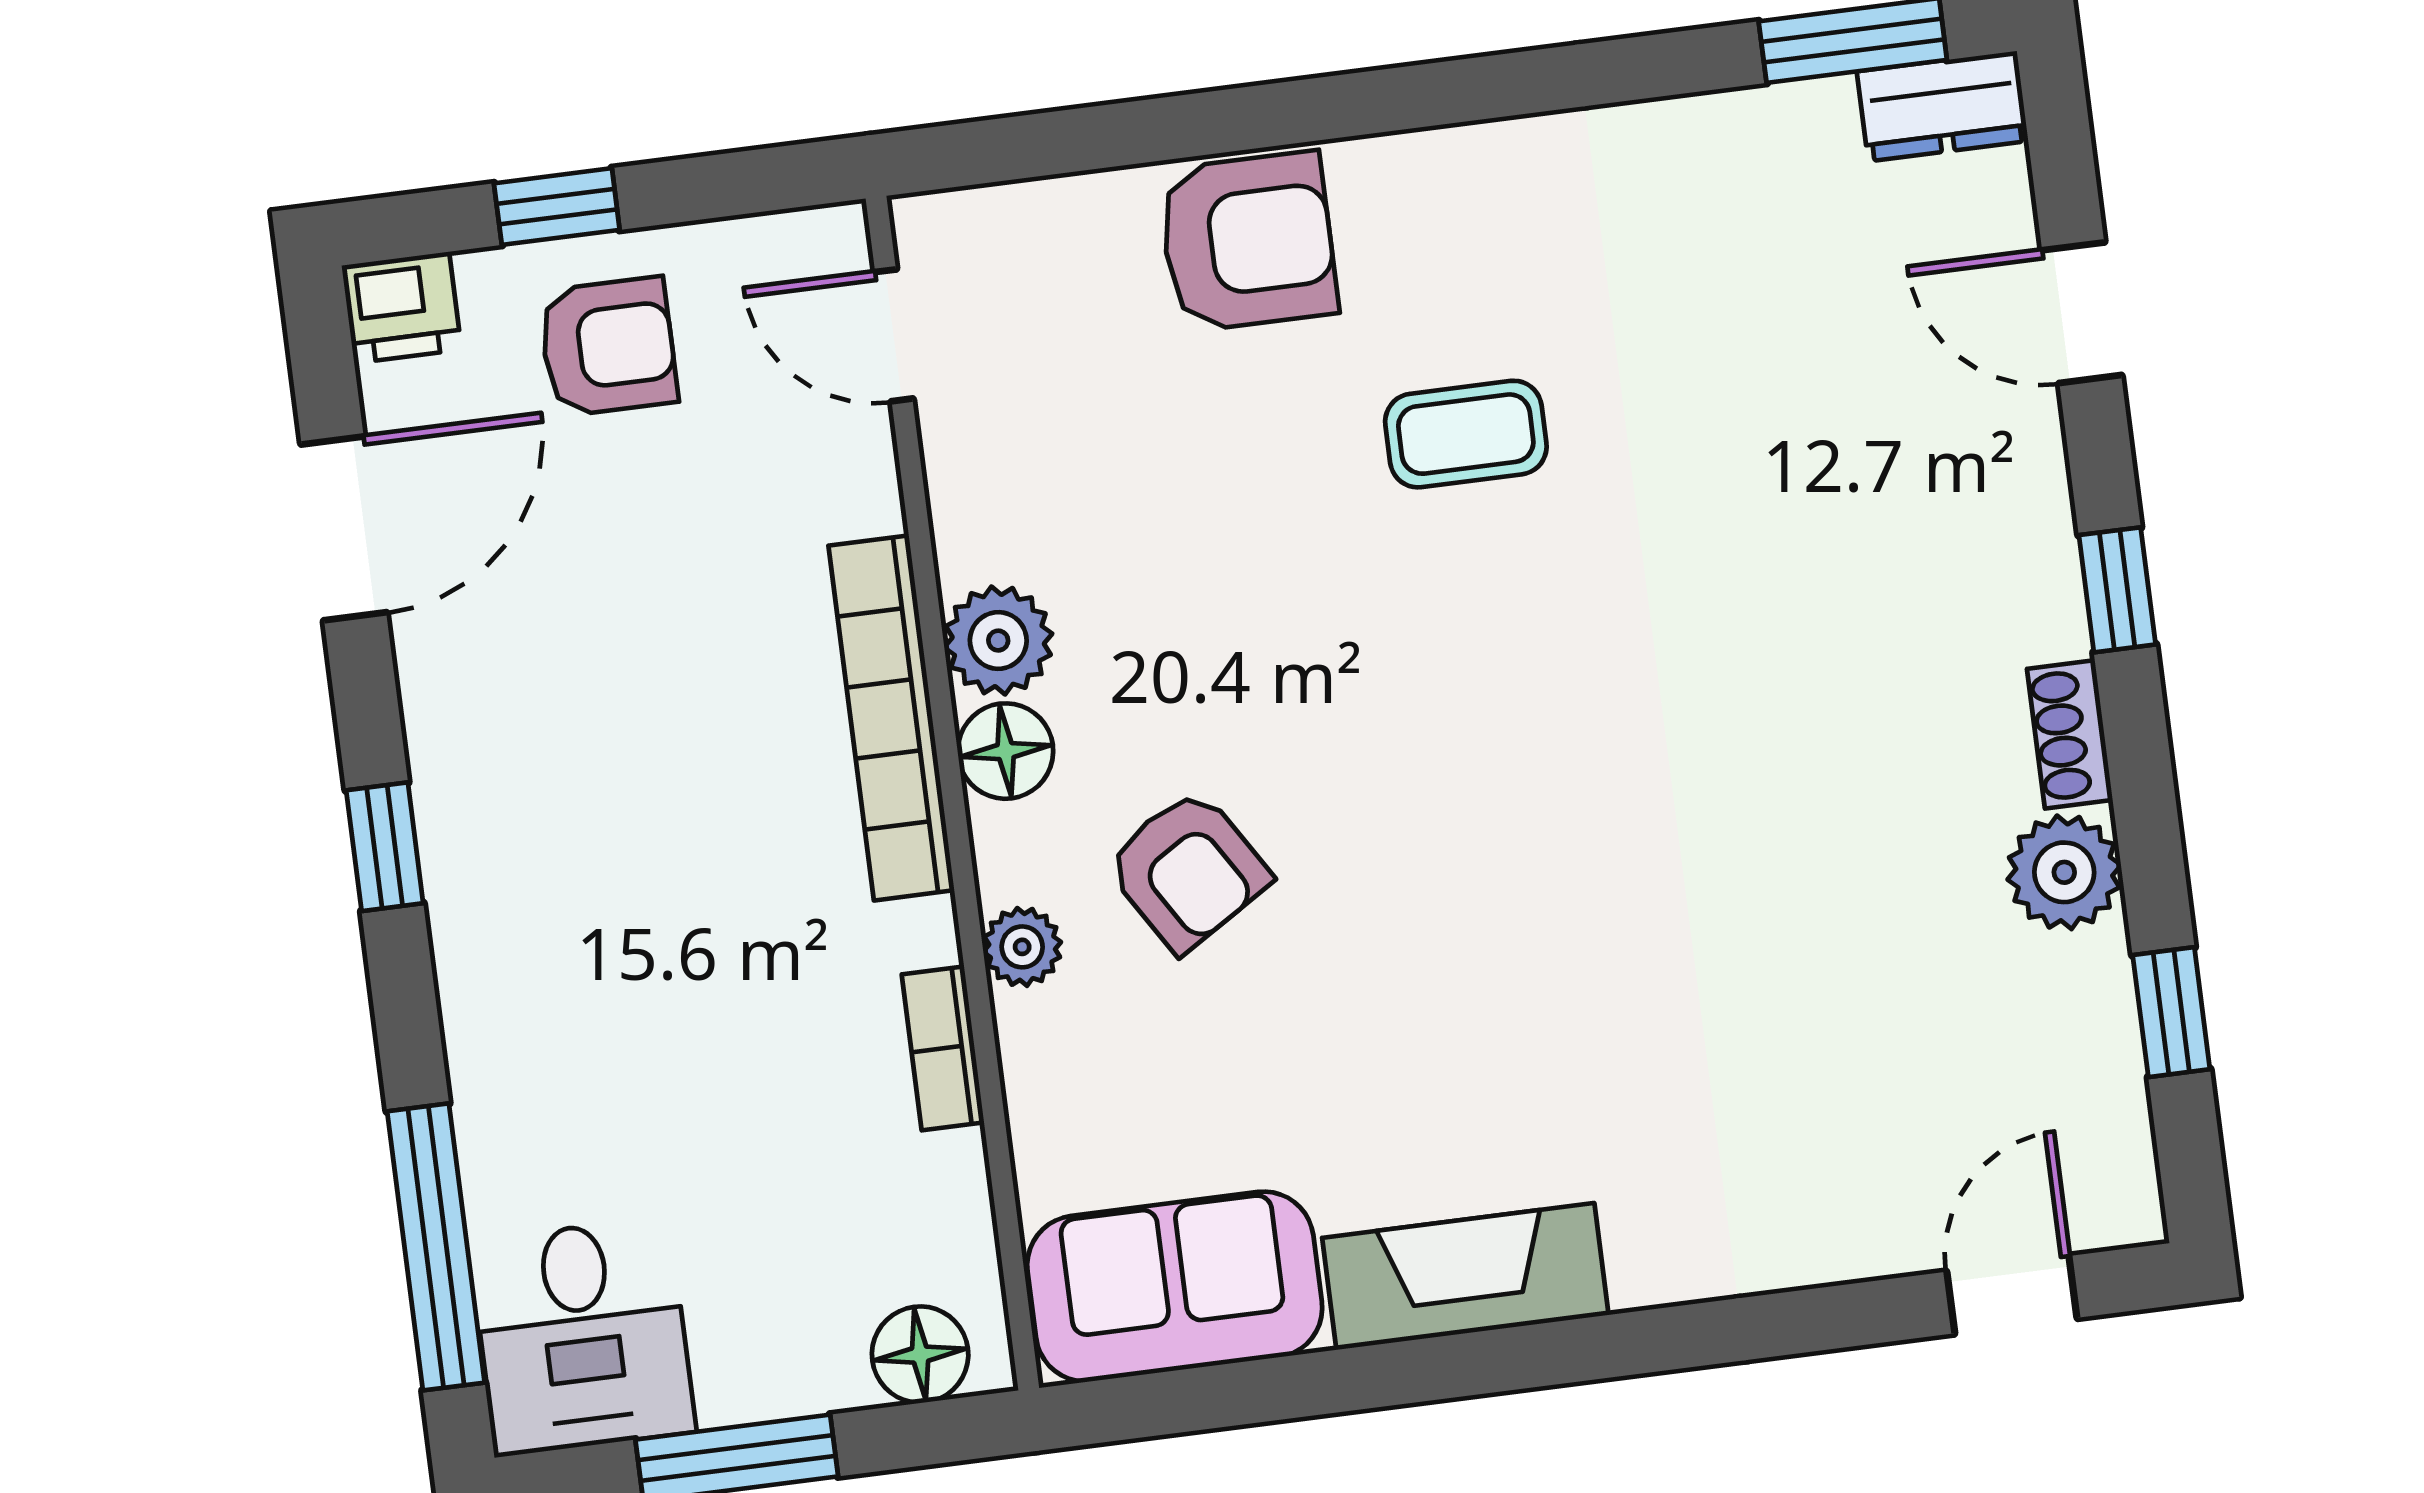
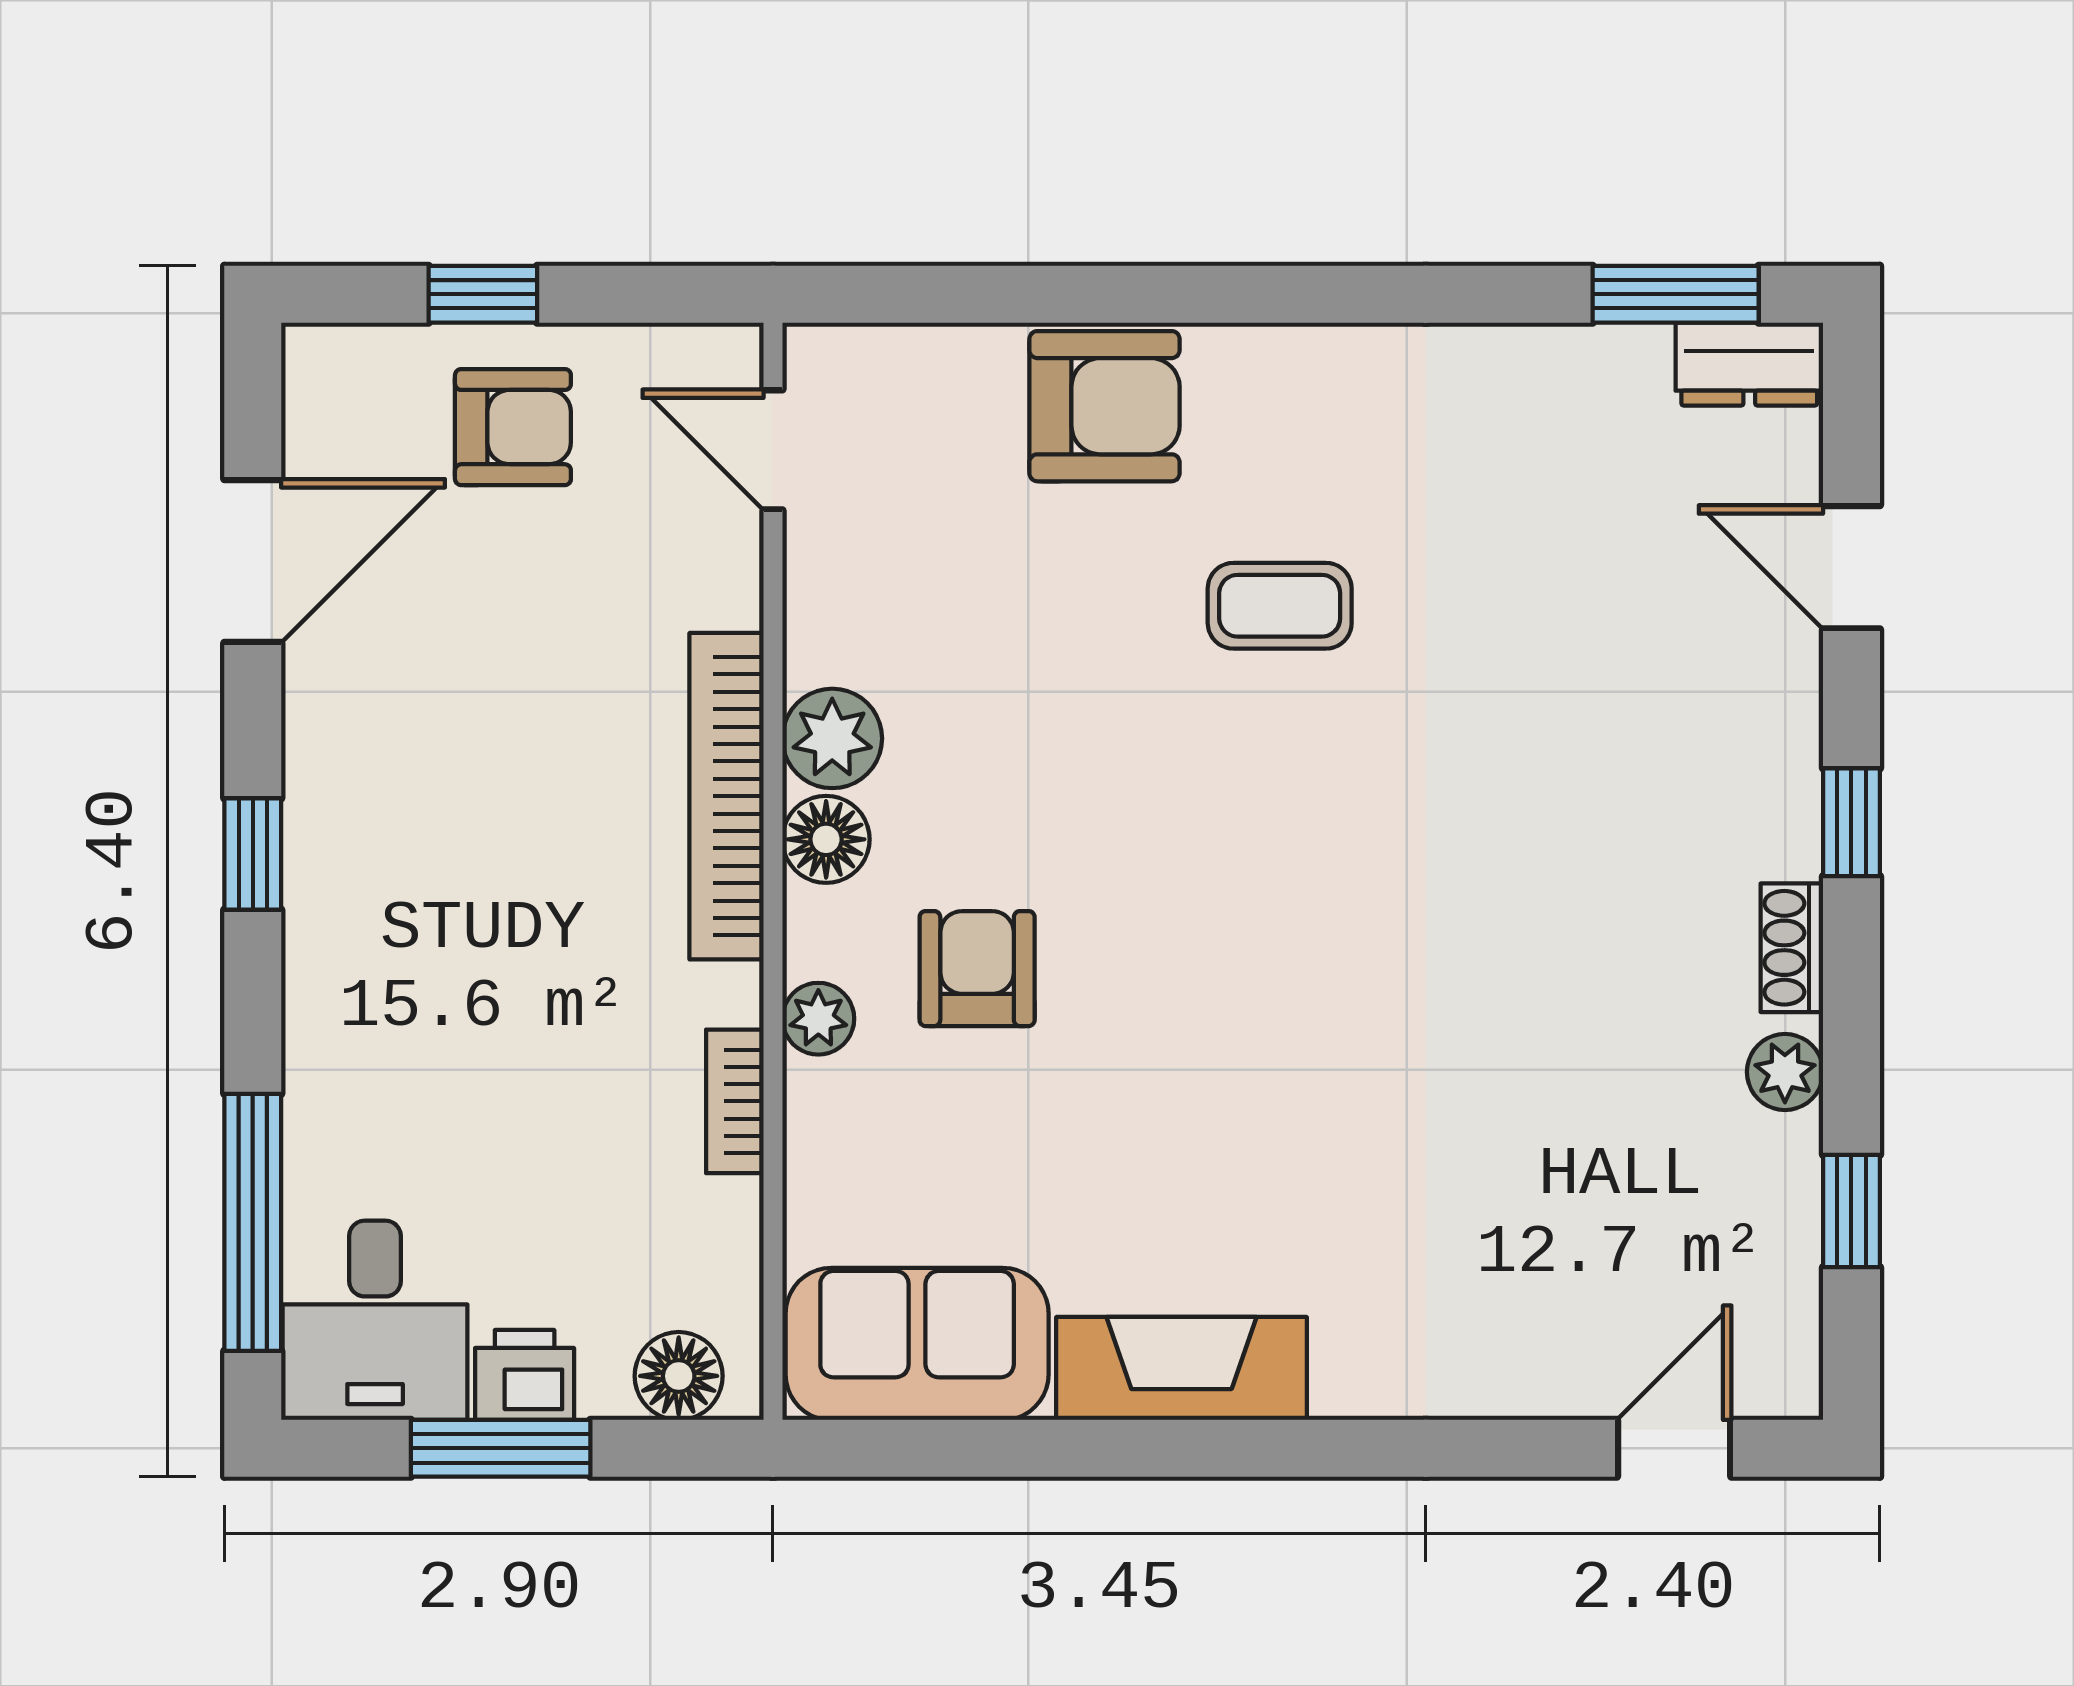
printer: (402, 308) -> (525, 1375), moved, turned 180
armchair: (1188, 870) -> (977, 969), turned -148
plant: (2064, 872) -> (1785, 1072), width x0.73, depth x0.73

